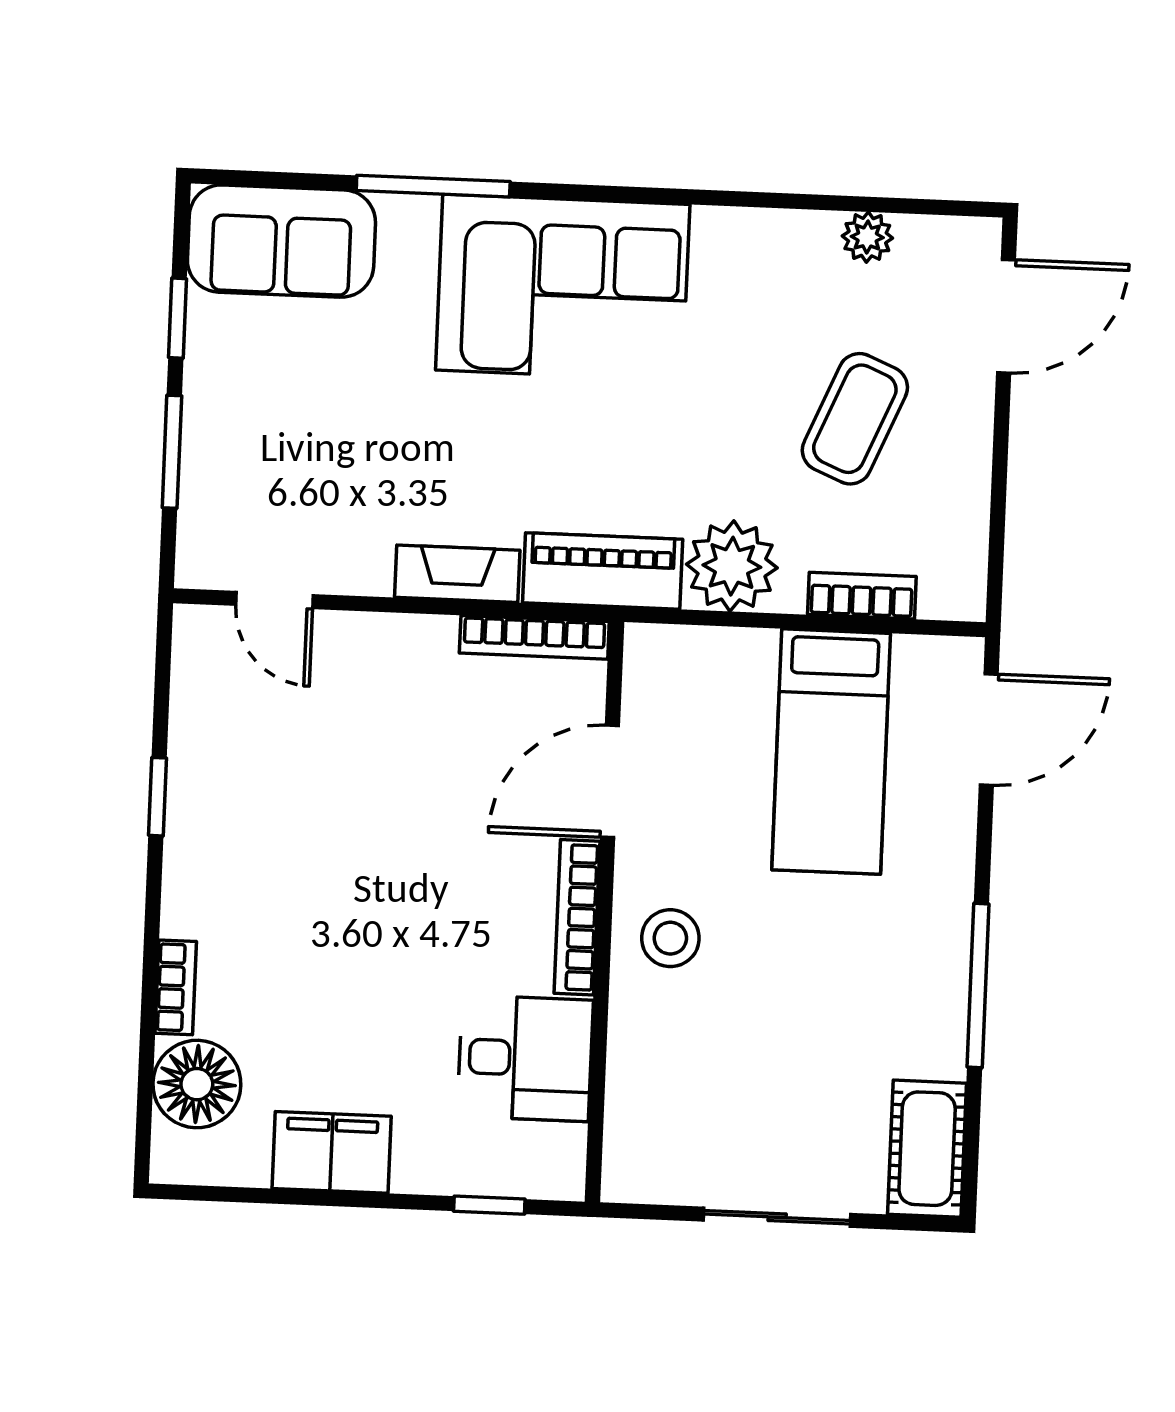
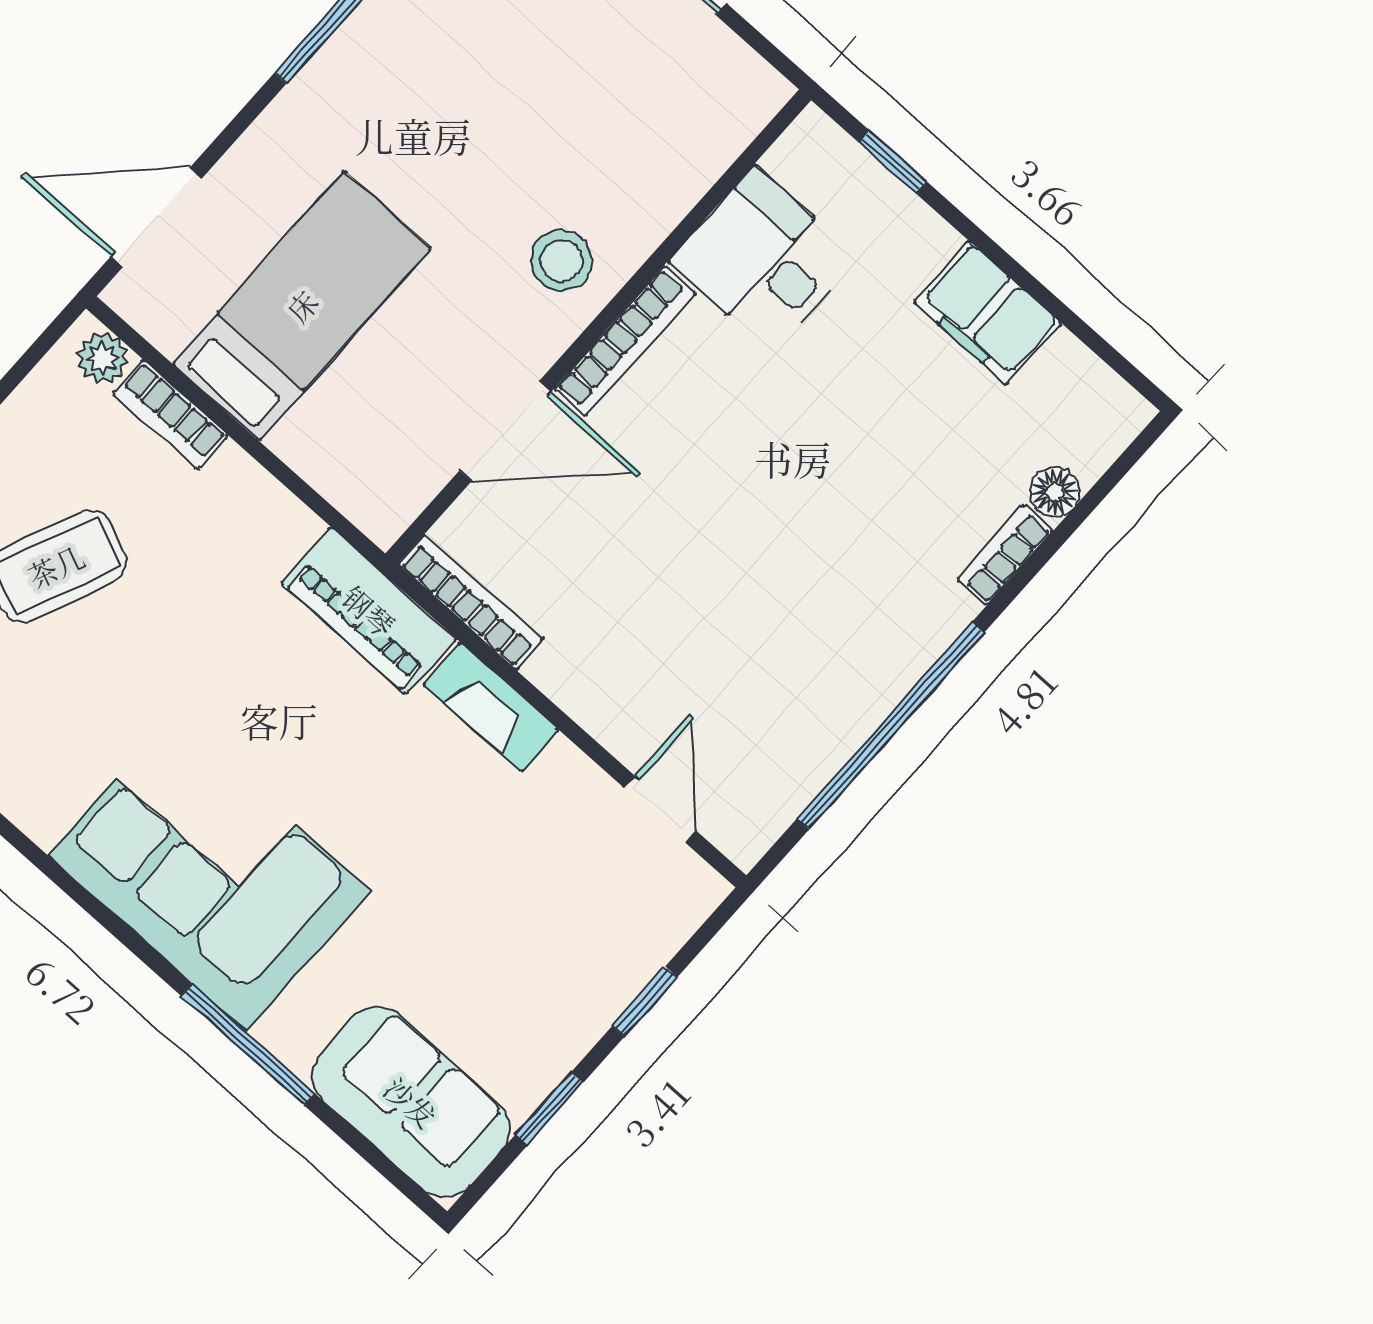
window: (172, 452) -> (645, 1002), width x0.67
plant: (732, 566) -> (102, 358), moved, width x0.53, depth x0.53
window: (157, 797) -> (891, 726), width x3.17
floor lamp: (197, 1084) -> (1055, 492), width x0.53, depth x0.53

